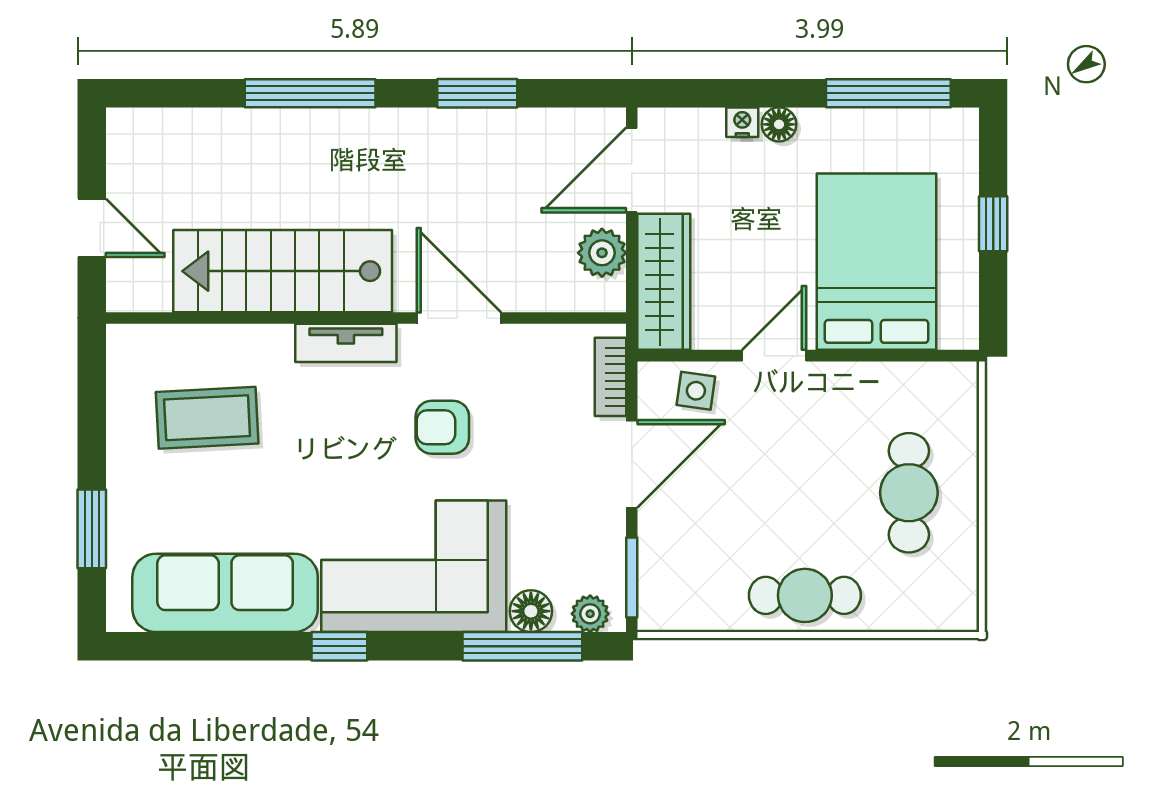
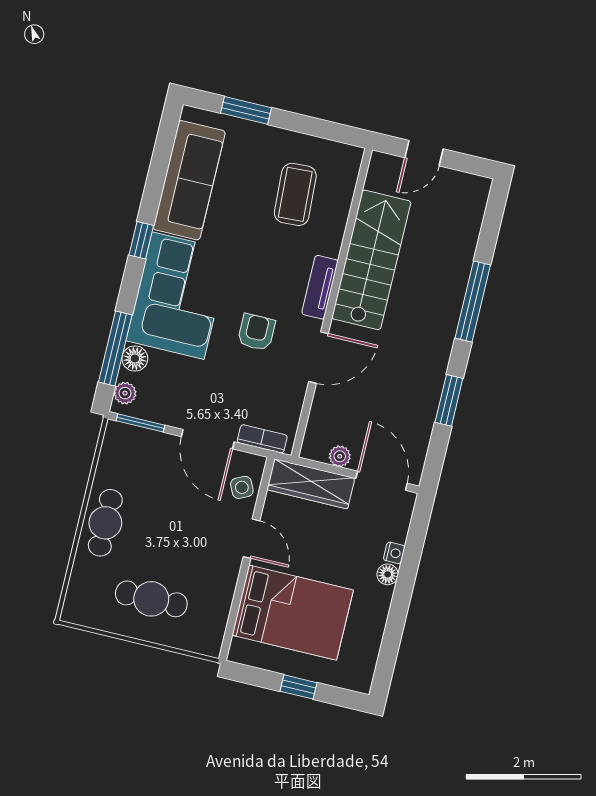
window: (888, 93) -> (391, 643), removed
plant: (602, 253) -> (340, 456), width x0.73, depth x0.73
side table: (696, 391) -> (242, 487), turned -34

